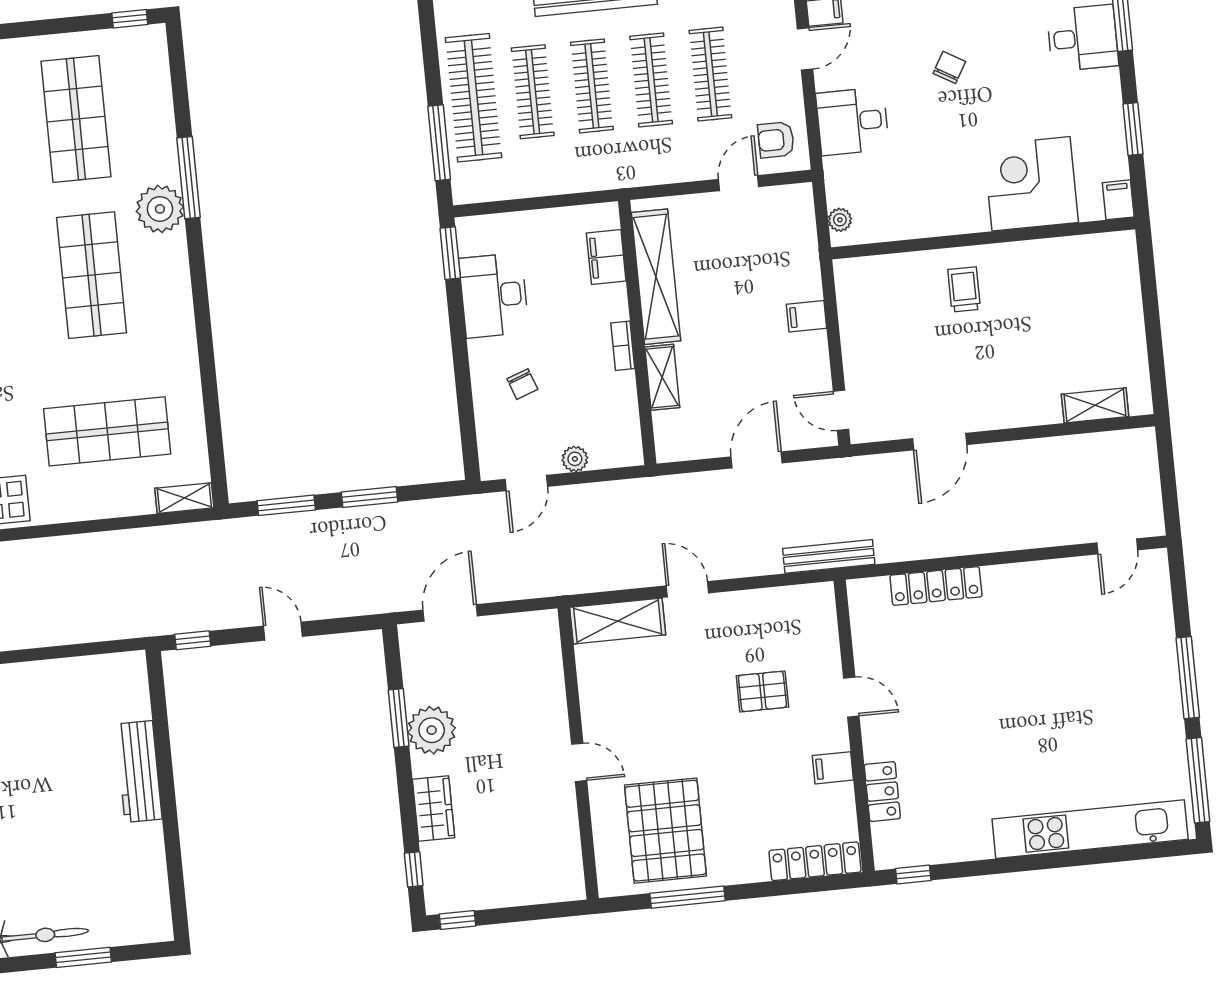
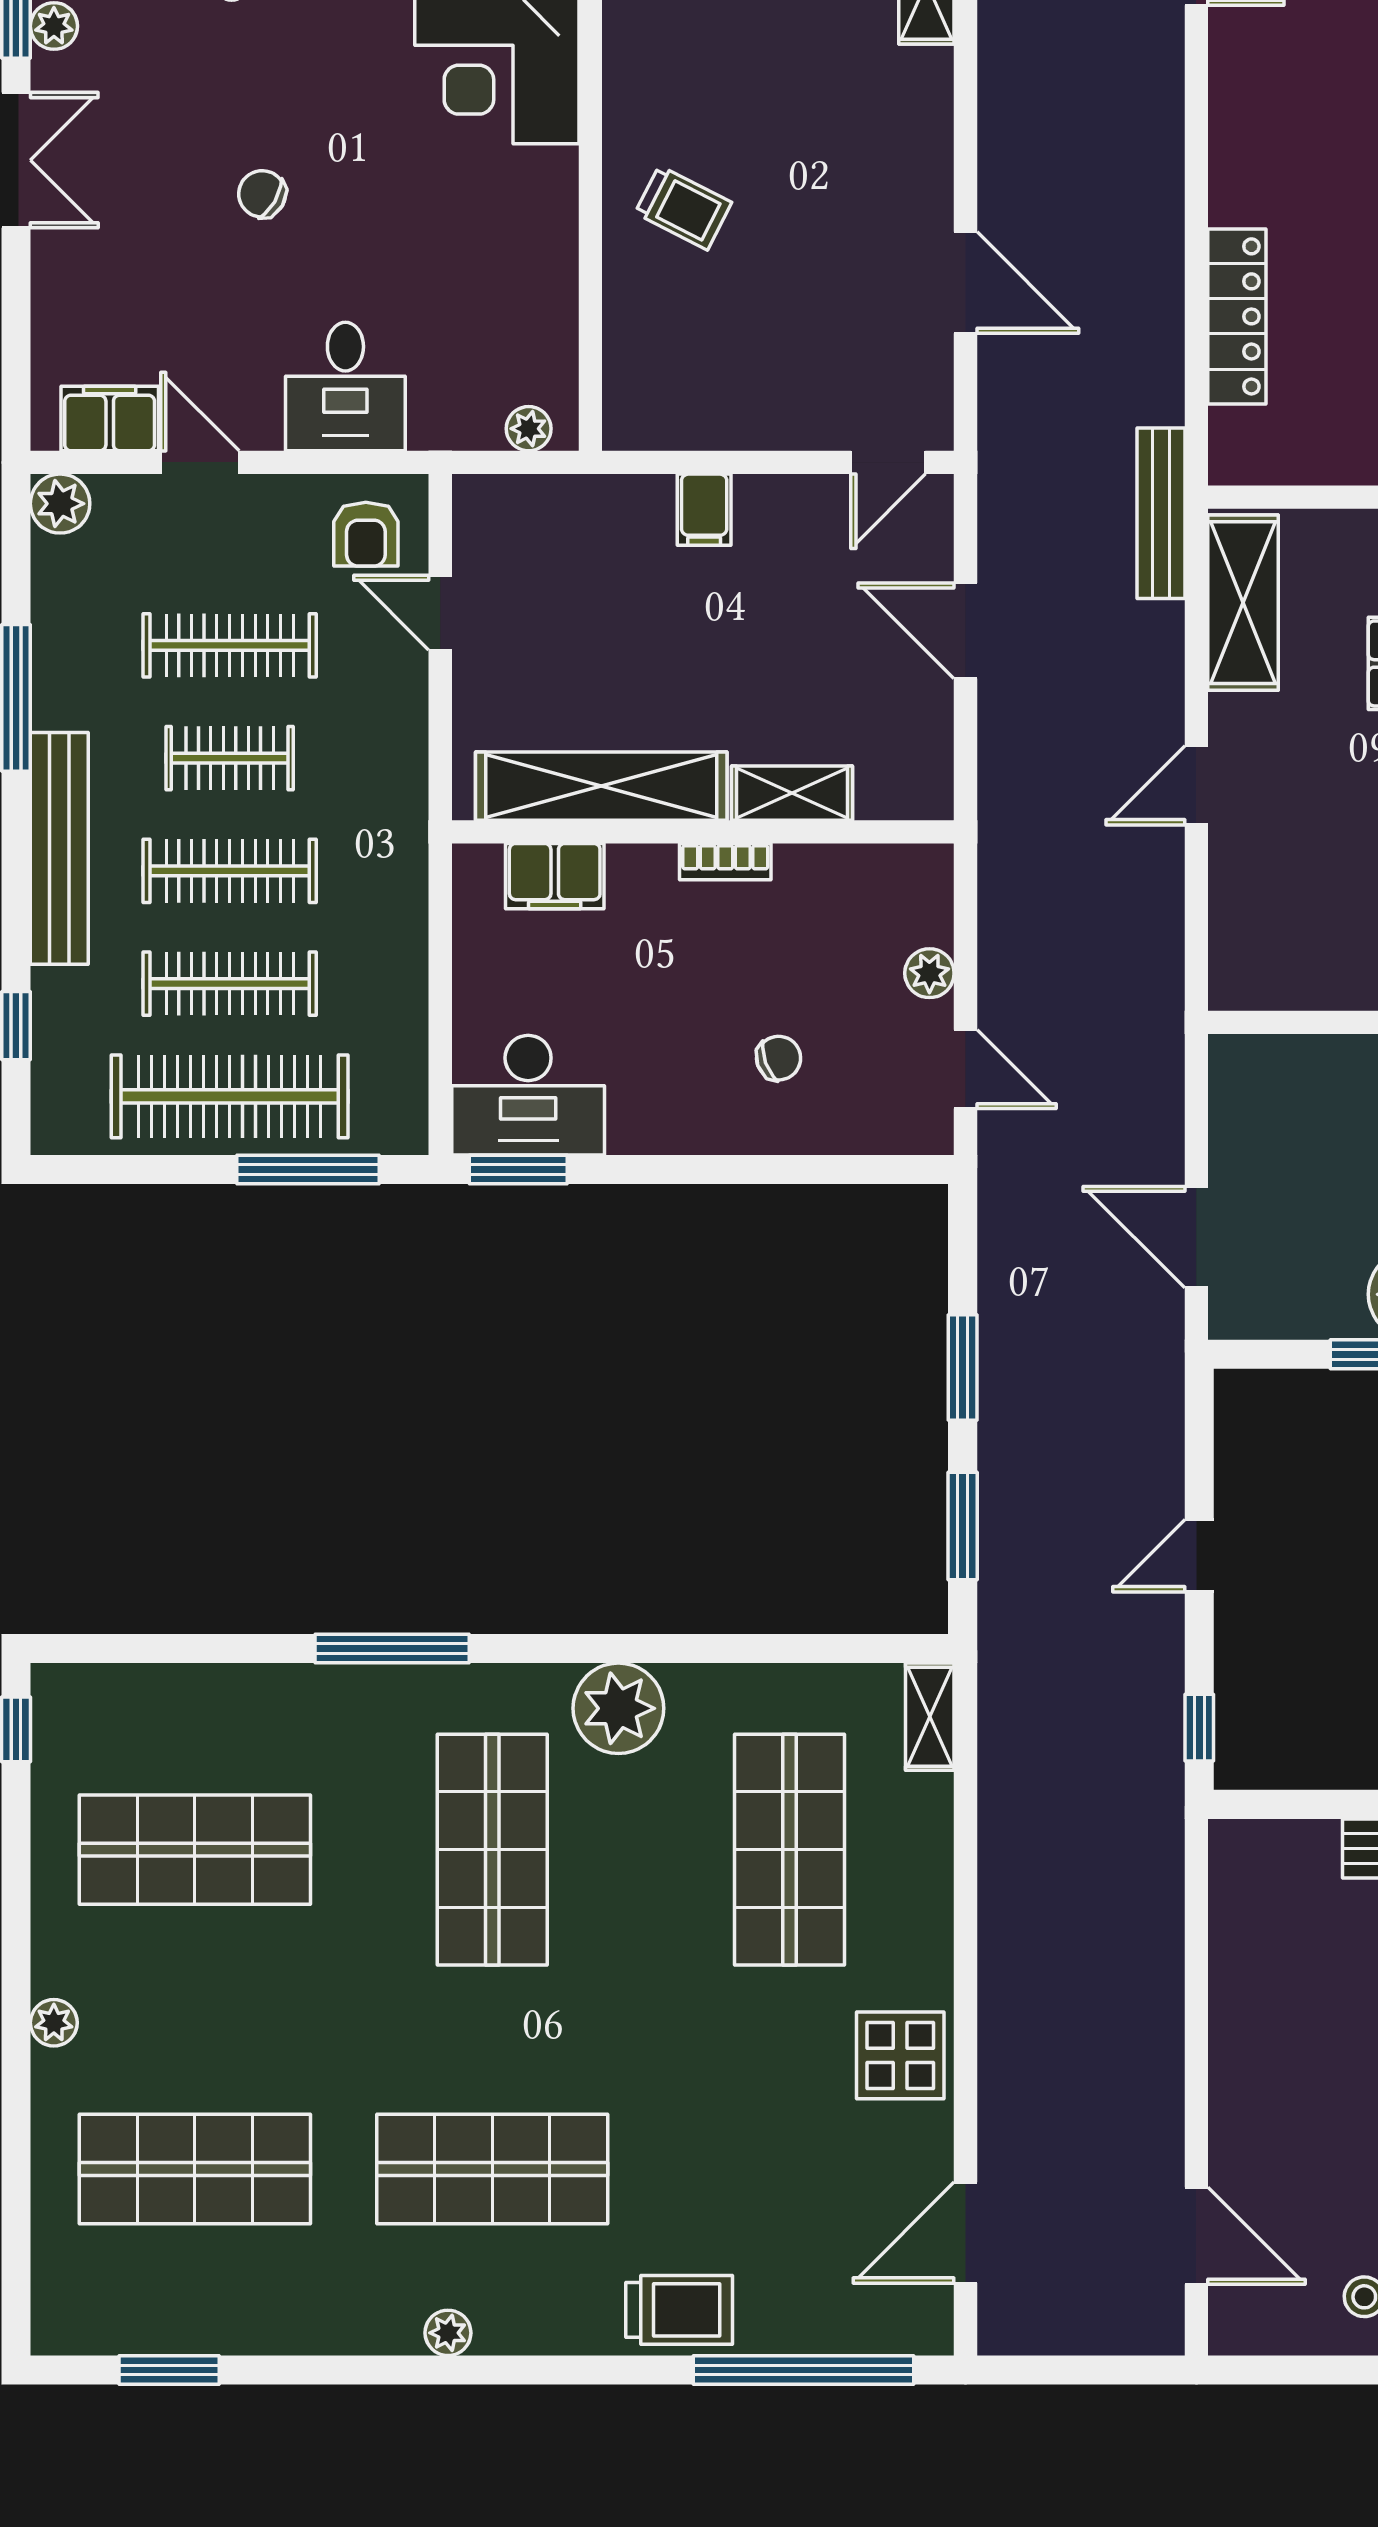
clothes rail: (651, 80) -> (230, 758), width x0.73
window: (188, 178) -> (392, 1649), moved
plant: (160, 209) -> (618, 1708), moved
shop shelf: (92, 275) -> (492, 1850), turned 90
trolley: (964, 289) -> (683, 208), turned -153
desk: (494, 295) -> (528, 1095), moved
shelving: (618, 621) -> (1243, 603), moved

